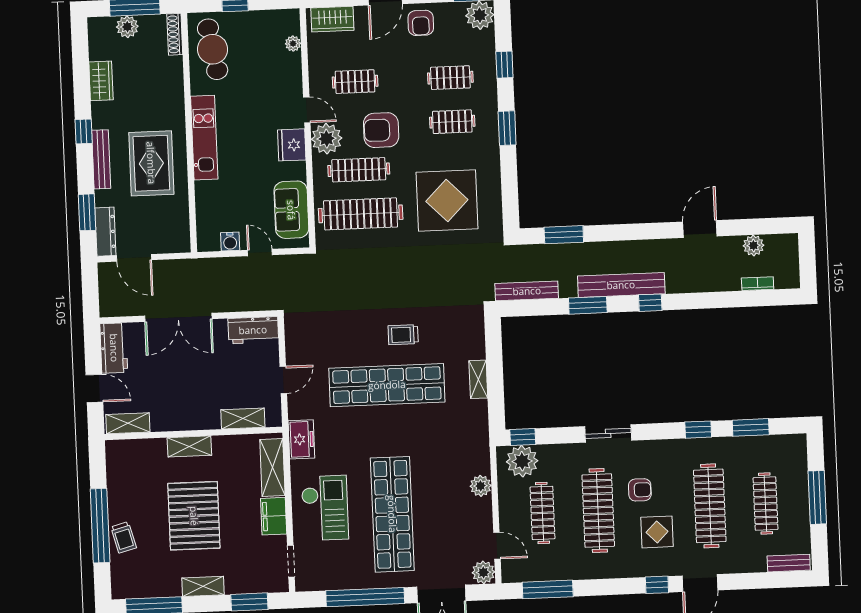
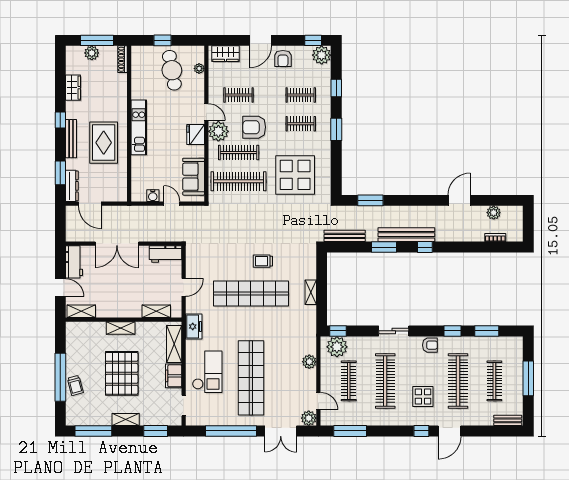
cafe table: (213, 49) -> (172, 70), moved
armchair: (640, 490) -> (430, 345), moved

